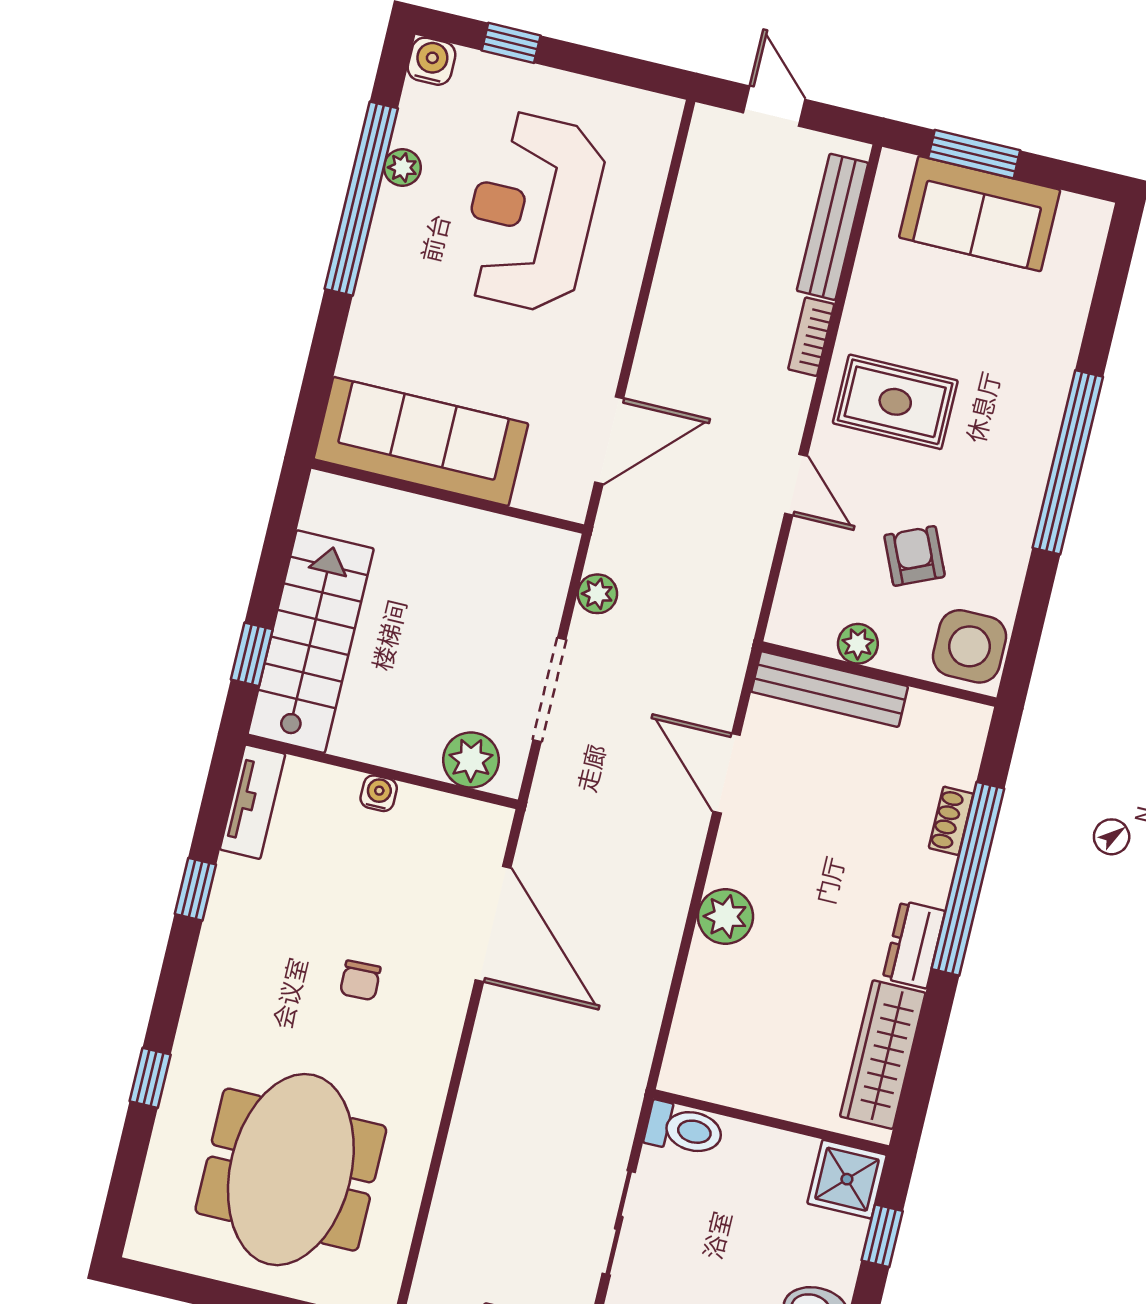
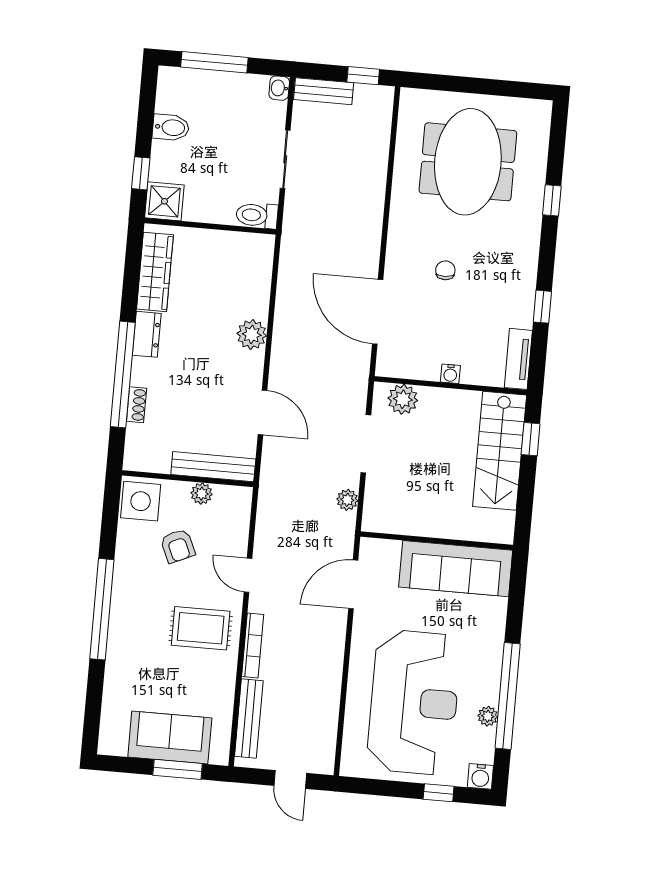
reception desk: (531, 212) -> (414, 702), width x1.36, depth x1.30
bookcase: (811, 337) -> (253, 645), width x1.56

